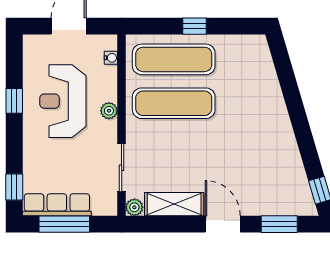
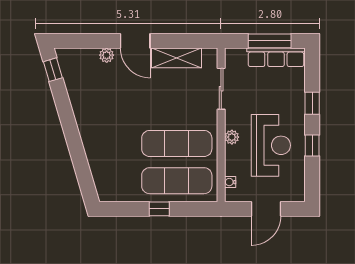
window: (14, 187) -> (312, 103), moved
plant: (134, 207) -> (107, 55), moved
window: (279, 224) -> (87, 41), removed

